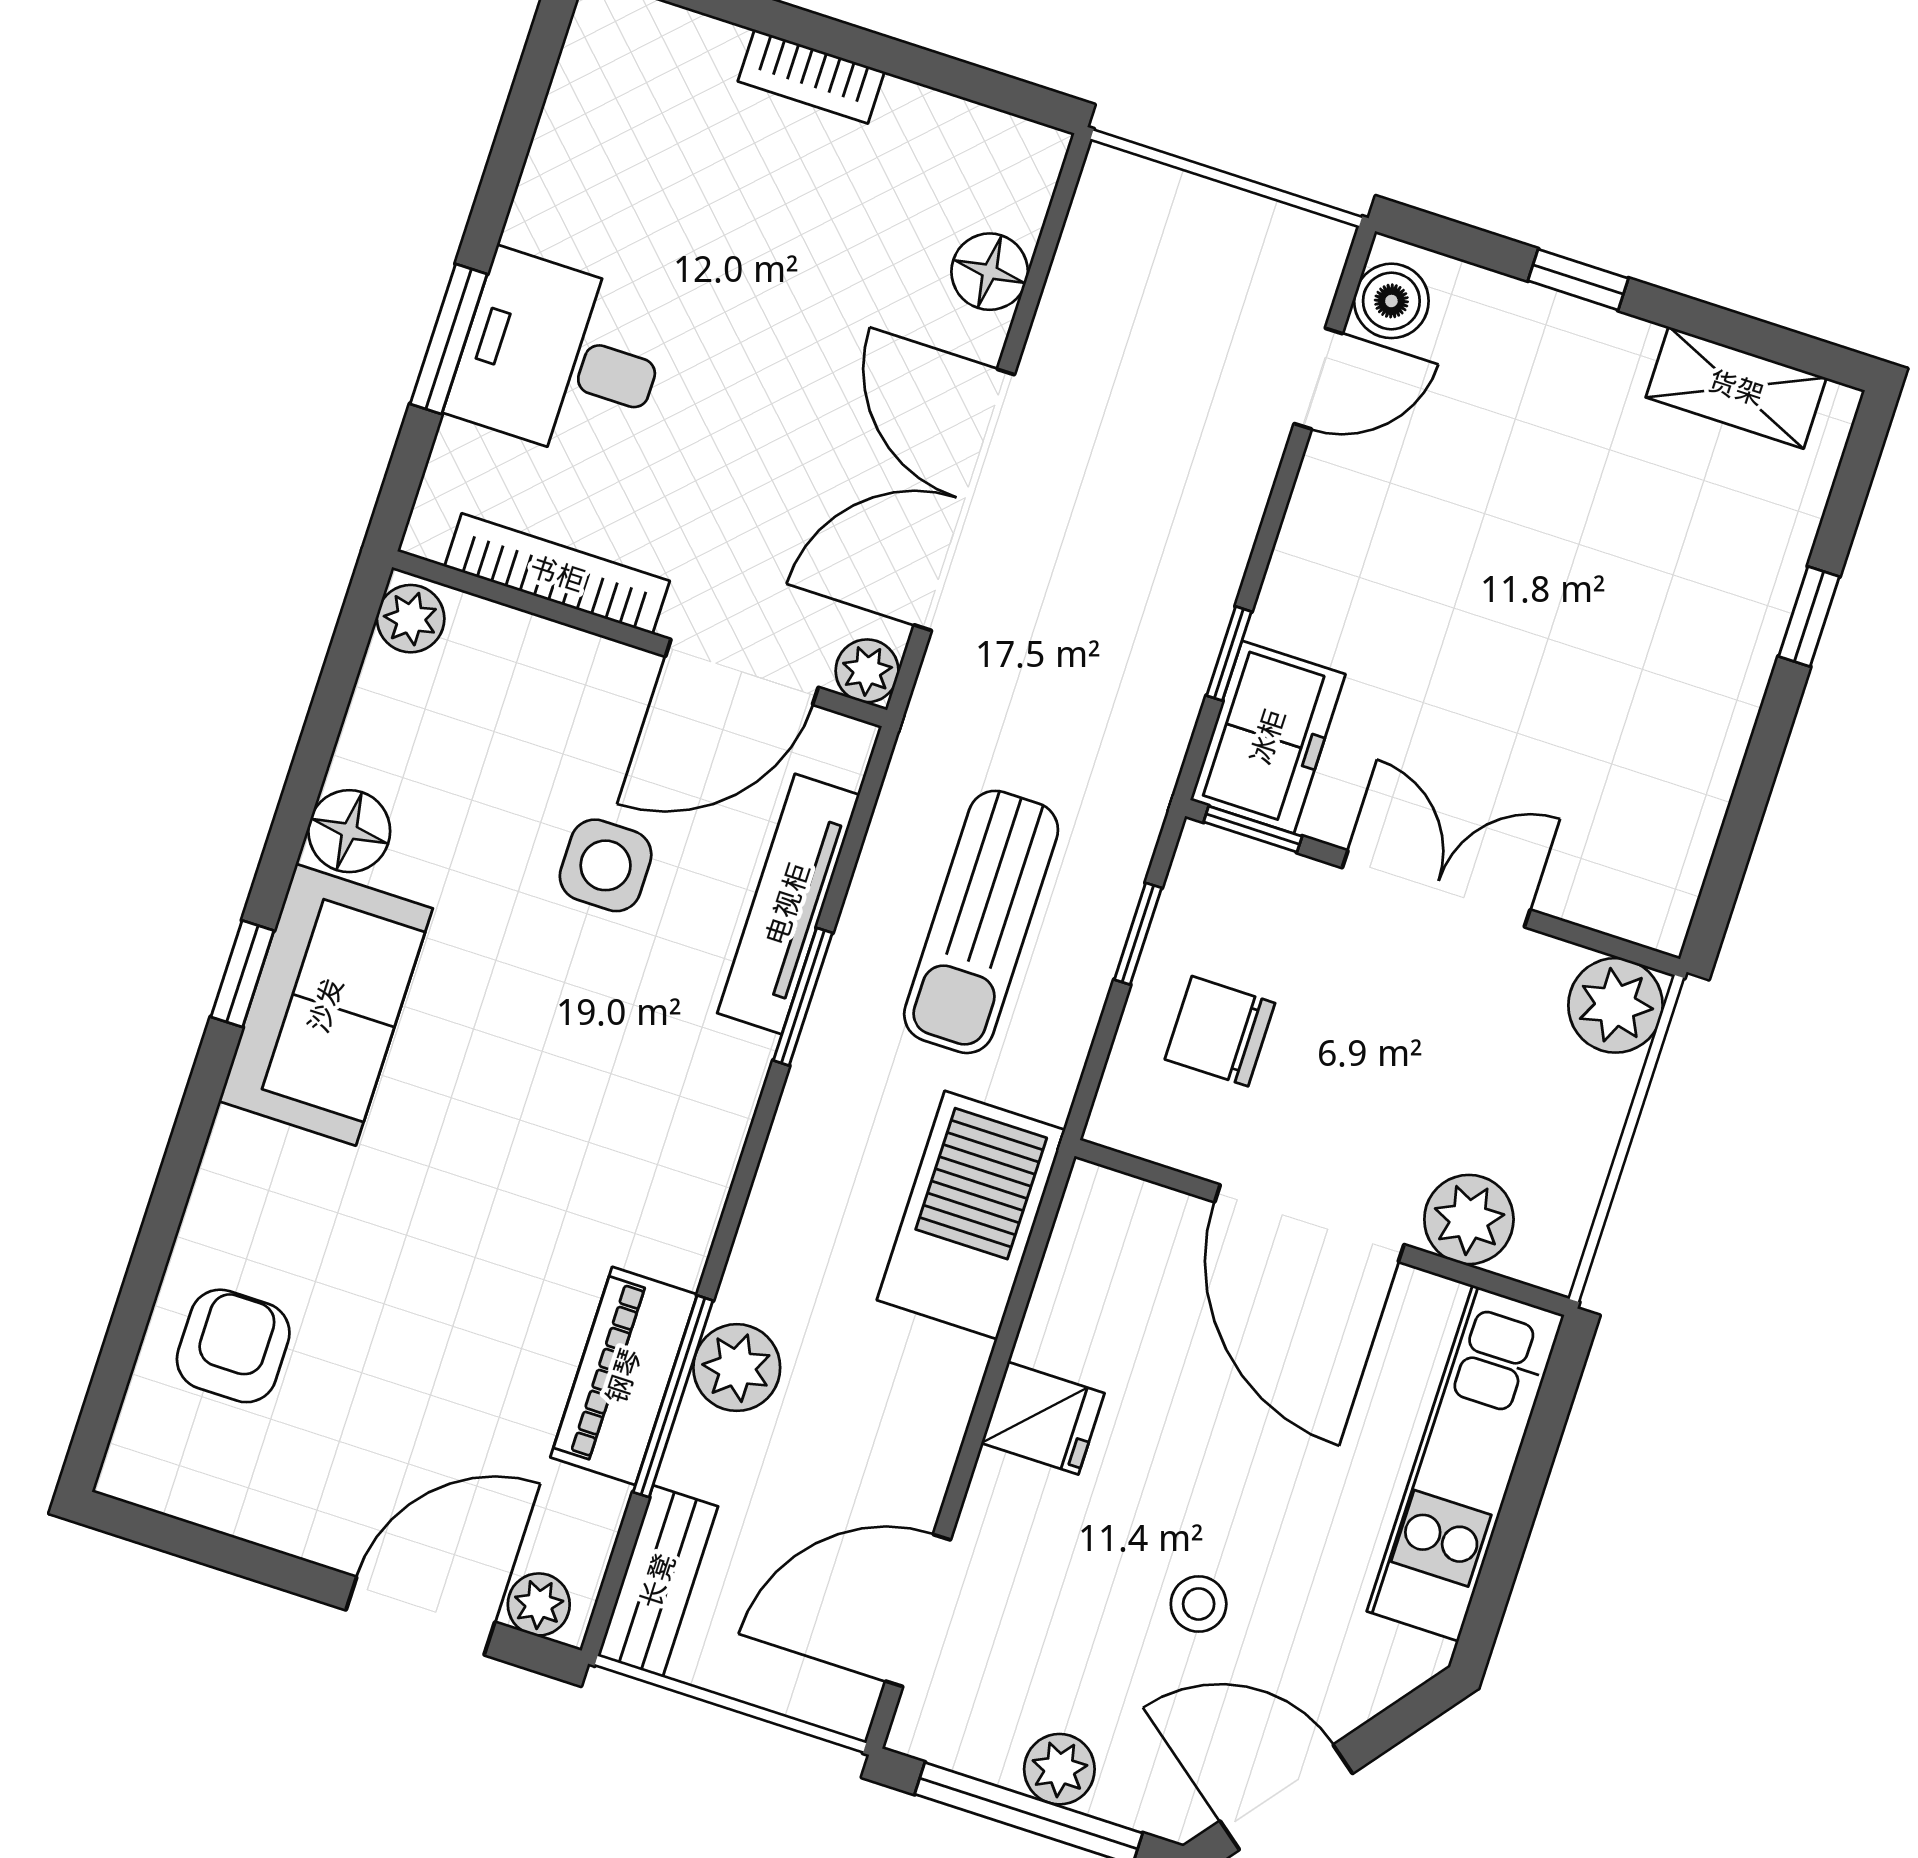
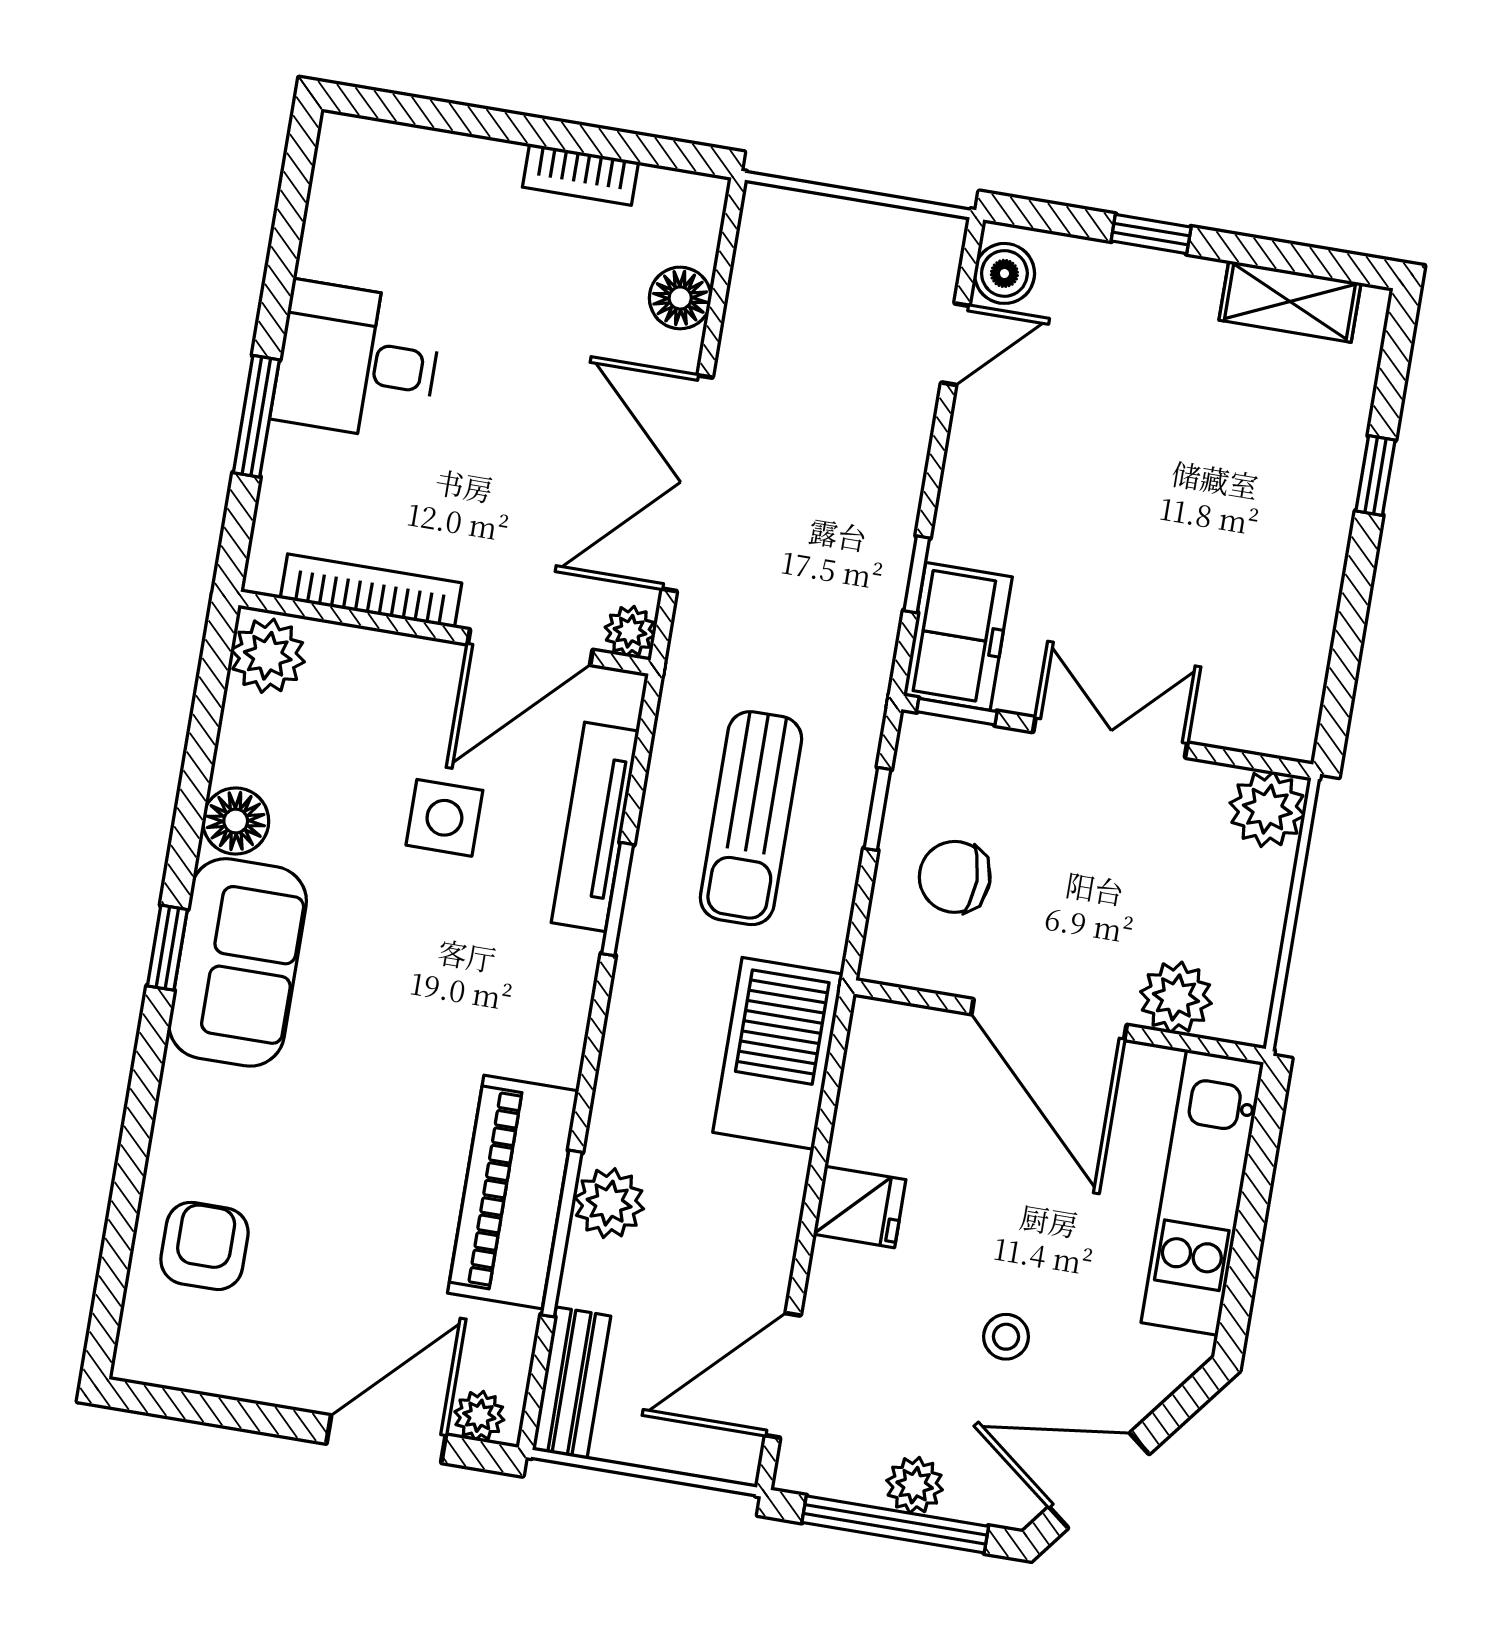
bookcase: (811, 77) -> (580, 175), moved
desk: (560, 358) -> (357, 361), moved
plant: (411, 619) -> (268, 656), width x1.38, depth x1.38
piano: (624, 1376) -> (513, 1192), width x1.37, depth x1.33

